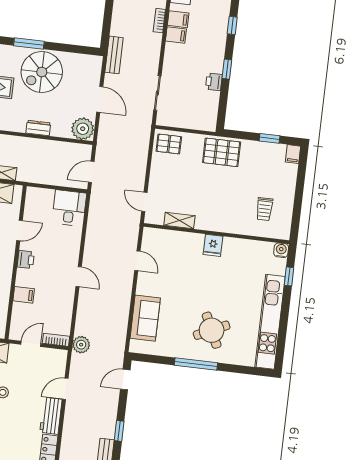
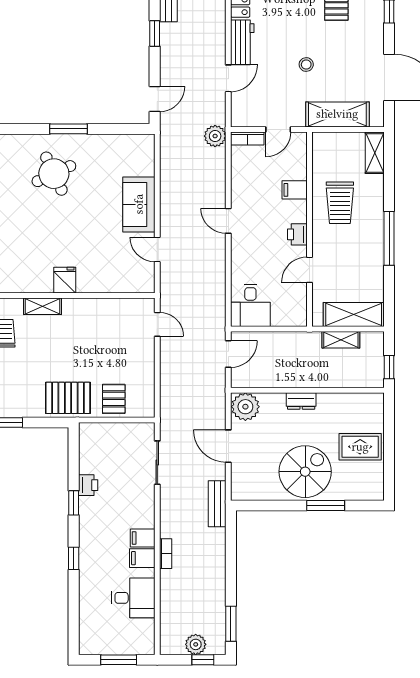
pallet: (169, 144) -> (114, 399), moved, turned 90
shelving: (179, 220) -> (42, 306), moved
sofa: (145, 318) -> (139, 204), moved
window: (196, 364) -> (68, 129), width x0.69

